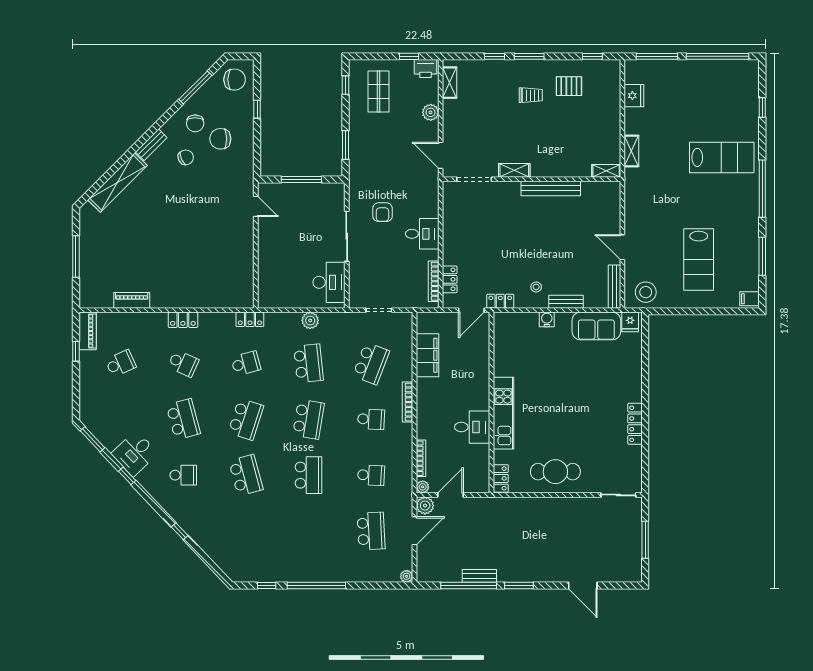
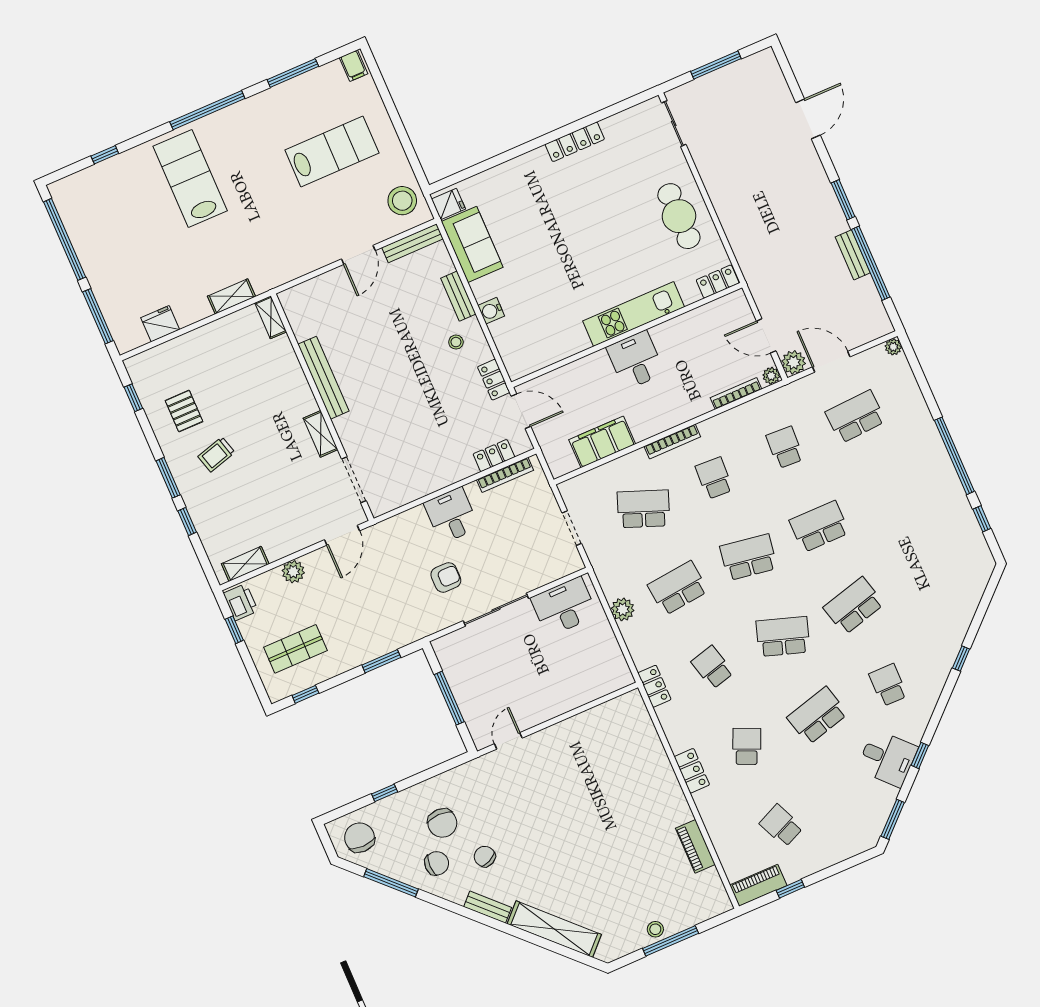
trolley: (531, 95) -> (216, 454), turned -106
stool: (88, 250) -> (655, 929), added
desk: (472, 427) -> (636, 360), moved

